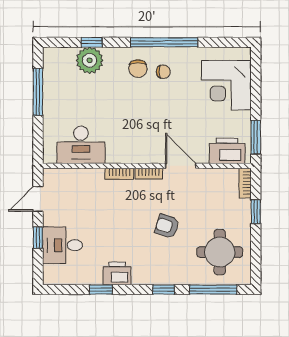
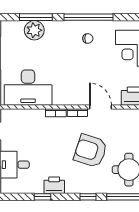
window: (92, 42) -> (36, 17), width x2.17
chair: (138, 69) -> (69, 36), removed
desk: (81, 145) -> (28, 88), width x1.36, depth x1.30
armchair: (167, 226) -> (91, 151), width x1.88, depth x1.88

